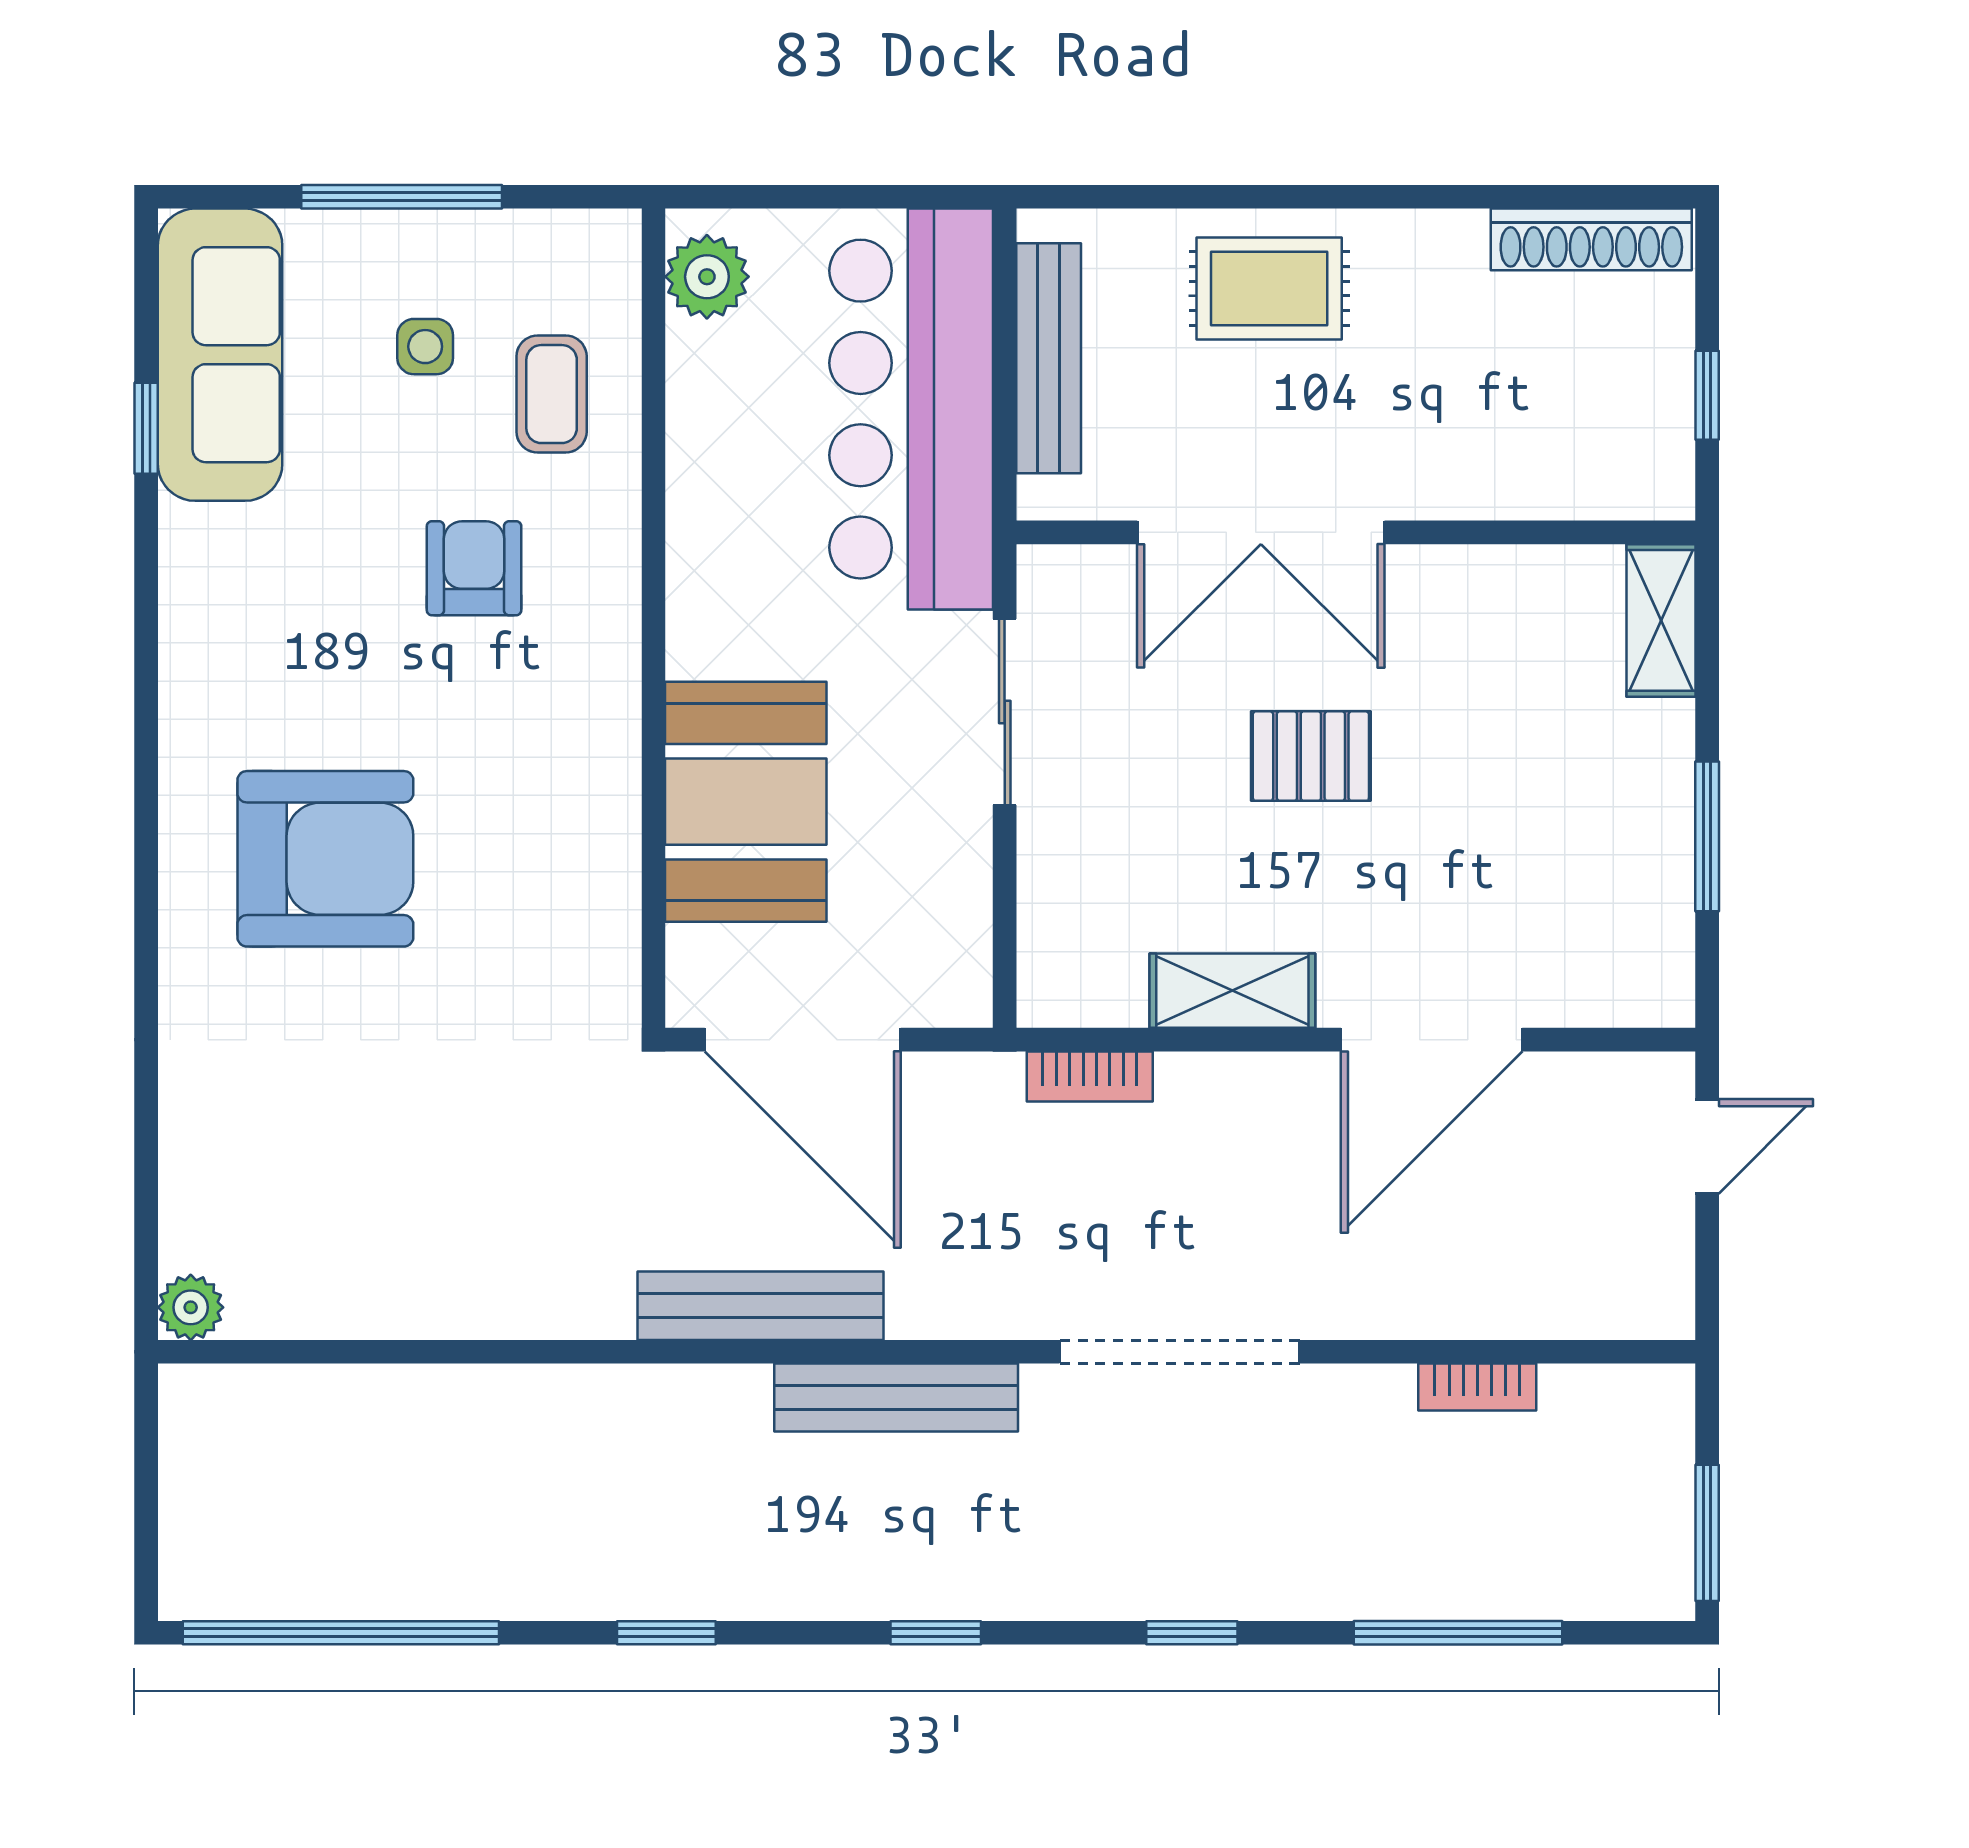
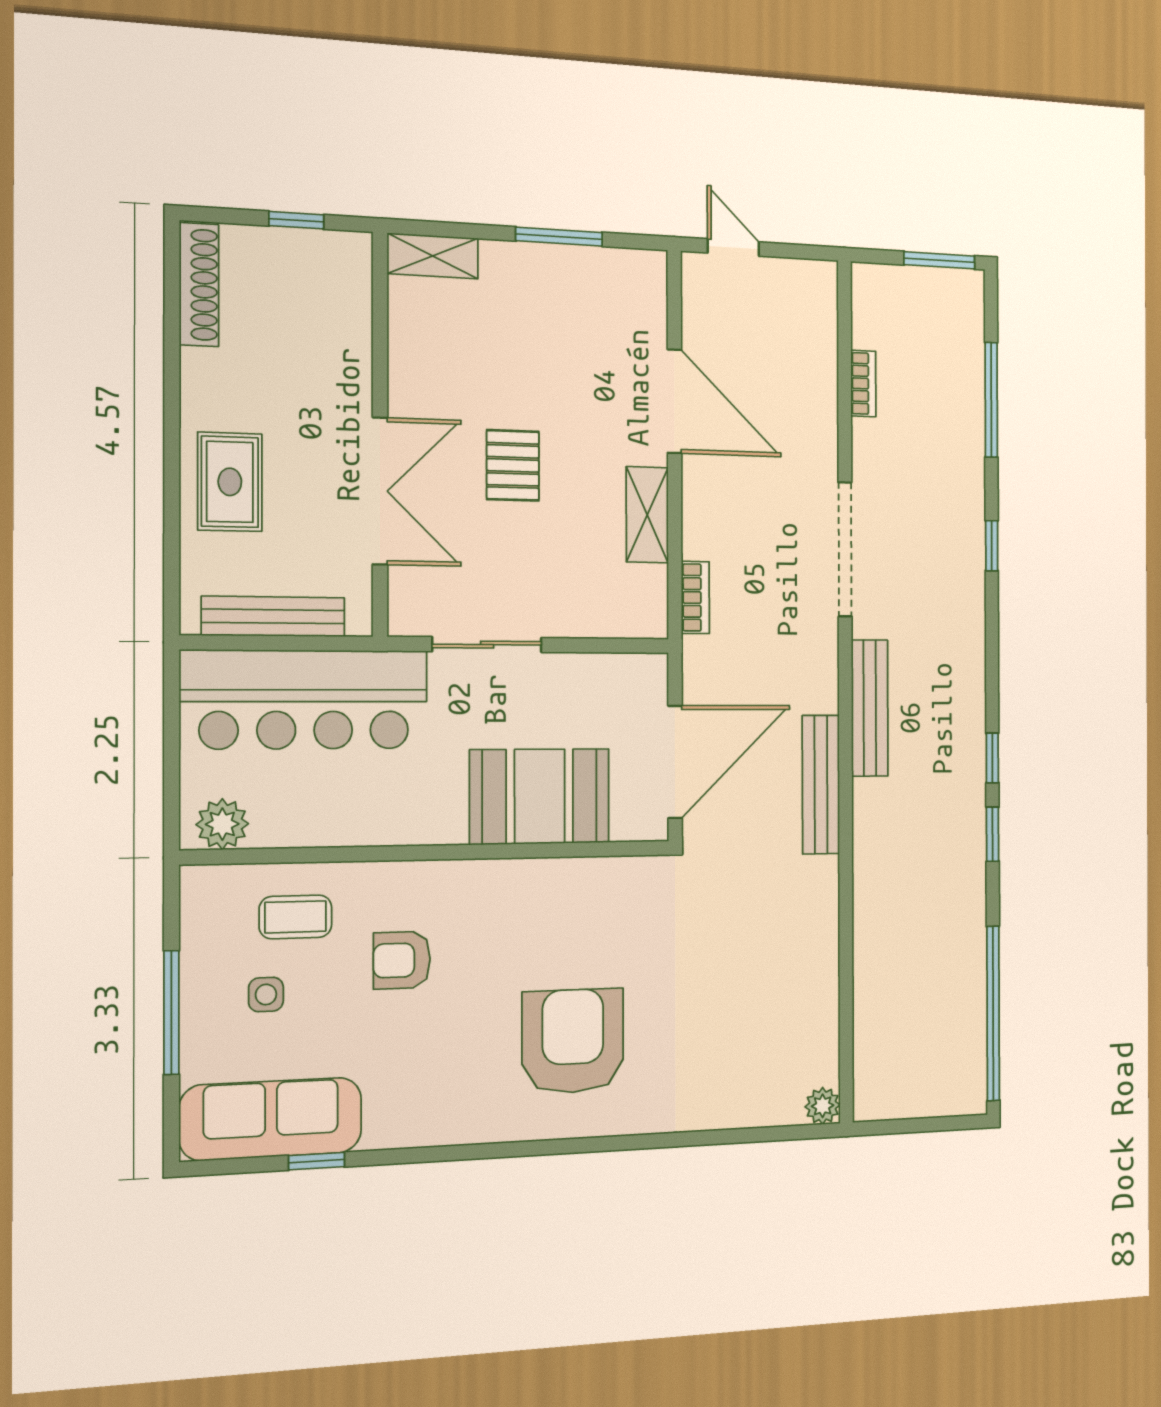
window: (936, 1633) -> (992, 758), moved

